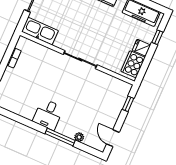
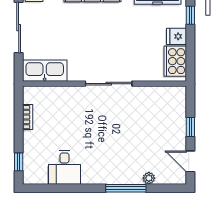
window: (128, 104) -> (190, 127), moved
desk: (48, 114) -> (64, 167), moved

